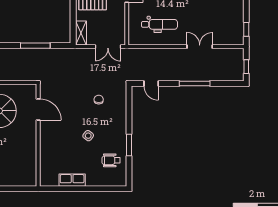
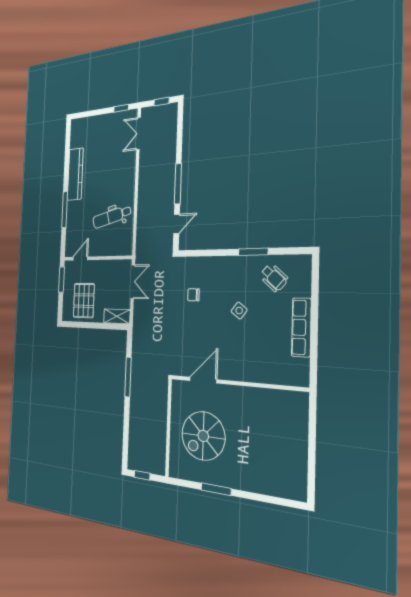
dental chair: (159, 24) -> (112, 217), turned -104
double door: (200, 47) -> (138, 133), moved
window: (195, 83) -> (178, 184), moved
wheelchair: (111, 160) -> (274, 278), turned -48
row of seats: (72, 180) -> (301, 327), width x1.48

